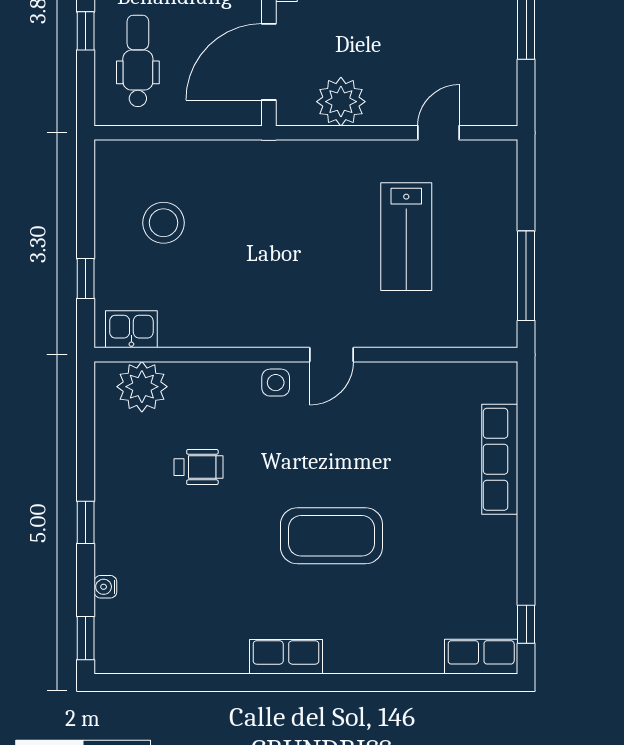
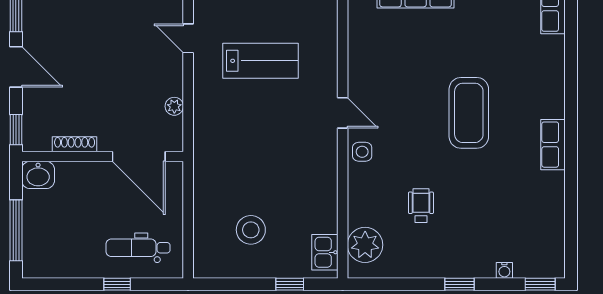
plant: (341, 102) -> (174, 106), width x0.53, depth x0.53

